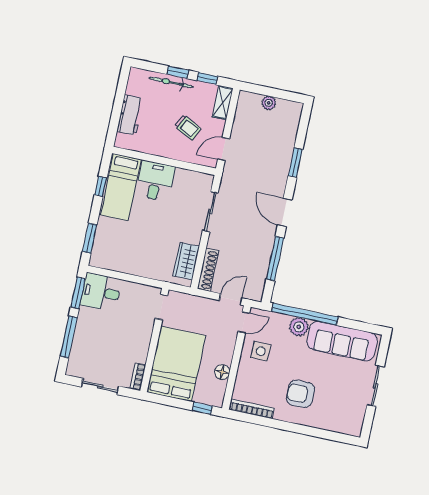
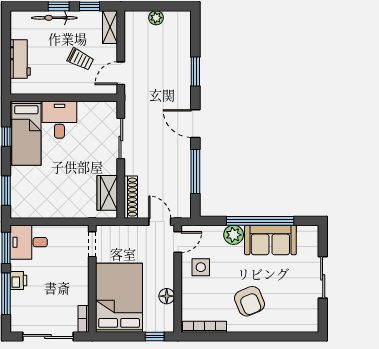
door: (231, 299) -> (160, 222), hinge flipped
window: (305, 314) -> (260, 221), moved
printer: (83, 327) -> (18, 281), added
sofa: (342, 341) -> (270, 240), width x0.73
sliding door: (100, 387) -> (48, 336), width x1.37
armchair: (300, 394) -> (249, 301), turned -113

